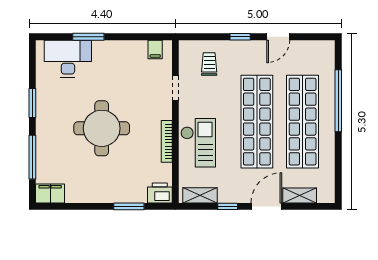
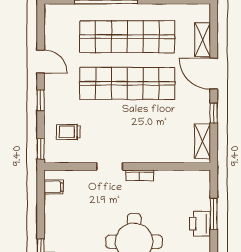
window: (193, 37) -> (41, 149), added
doorway: (175, 88) -> (110, 166), moved
bookcase: (167, 141) -> (140, 175), width x0.64
checkout: (198, 143) -> (149, 143), removed
printer: (160, 193) -> (200, 224), moved

